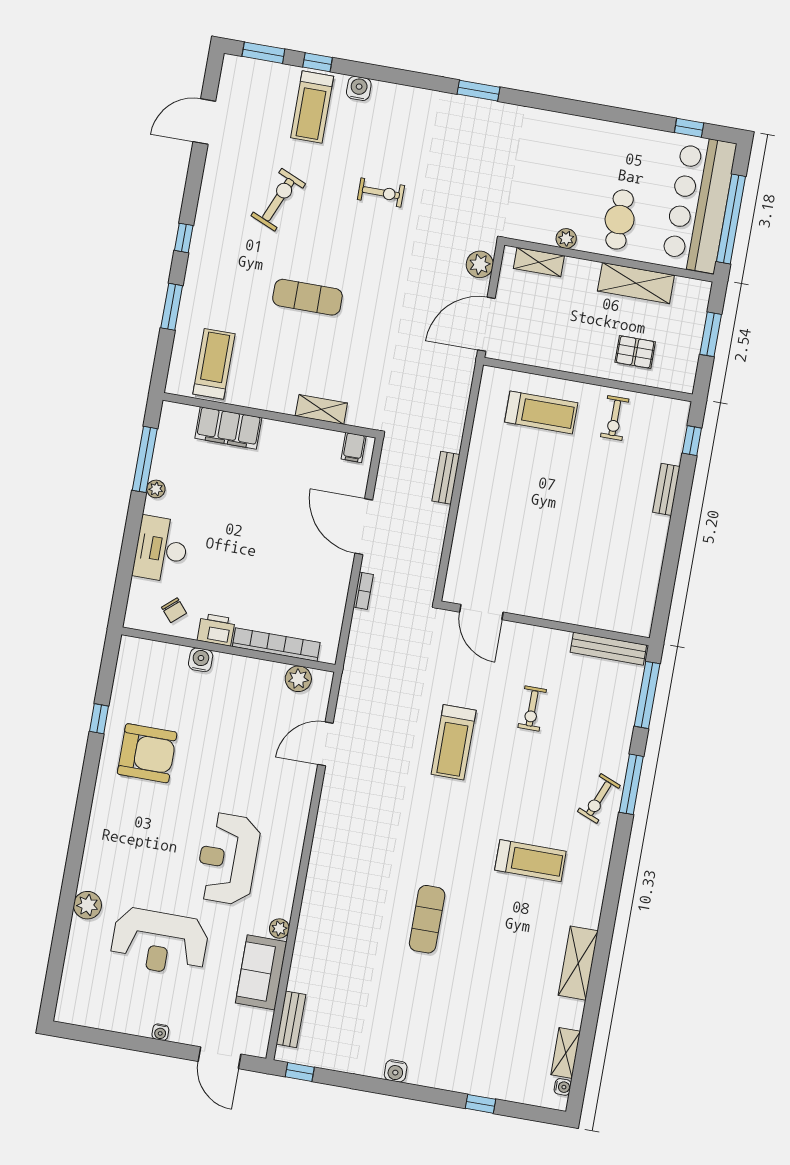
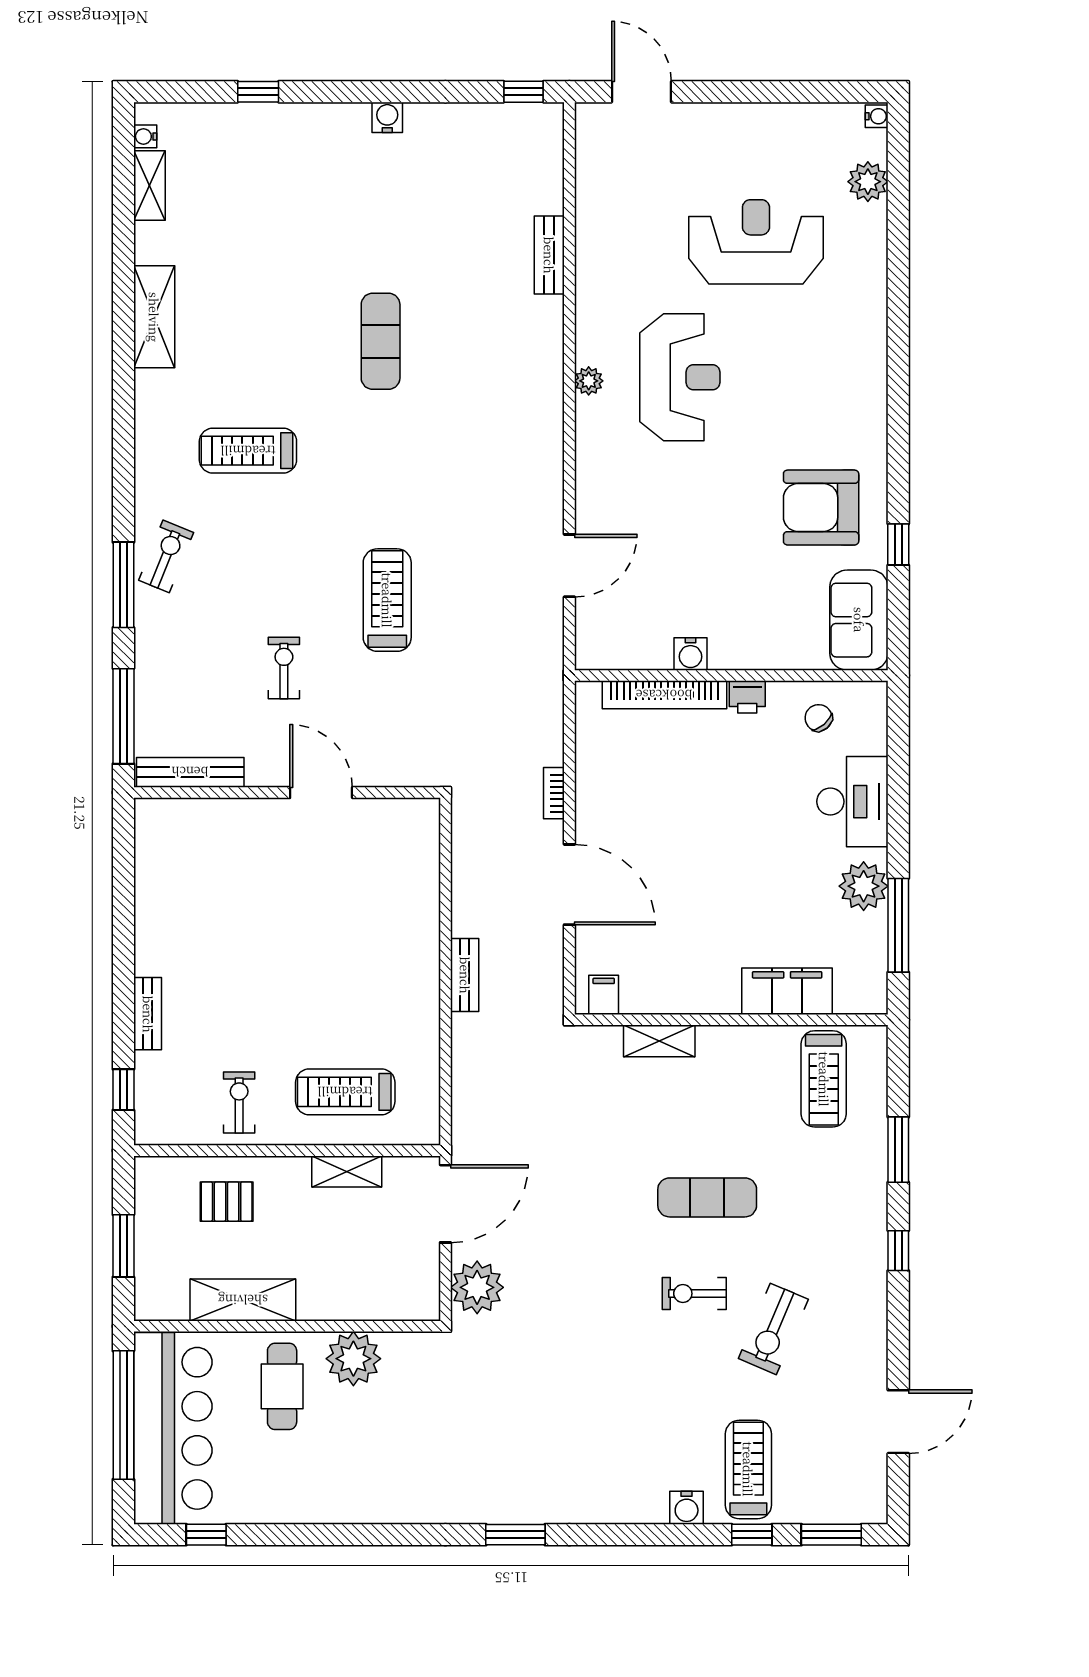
exercise bike: (381, 193) -> (694, 1294), moved
plant: (566, 239) -> (353, 1359), width x1.87, depth x1.87
shelving: (539, 262) -> (347, 1171), moved
plant: (480, 264) -> (477, 1287), width x1.36, depth x1.36
plant: (156, 489) -> (864, 886), width x1.87, depth x1.87
door: (481, 612) -> (321, 793), moved
printer: (216, 630) -> (747, 697), width x0.73, depth x0.81
water cooler: (201, 660) -> (691, 654), moved
plant: (298, 679) -> (624, 651), removed
plant: (87, 905) -> (868, 182), moved
plant: (279, 928) -> (589, 381), moved
sofa: (261, 972) -> (859, 620), moved, turned 180
bench: (291, 1019) -> (549, 255), moved
water cooler: (160, 1032) -> (877, 116), moved, turned 90

